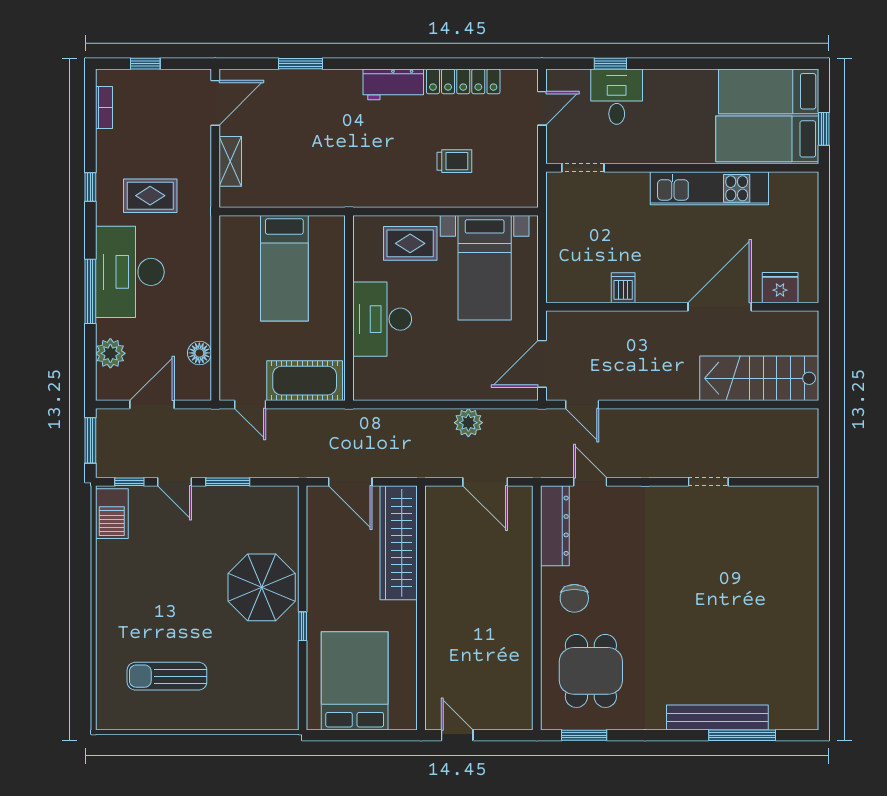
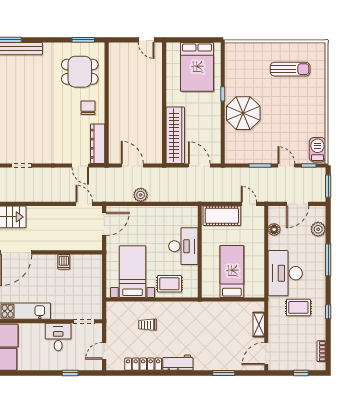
desk: (617, 97) -> (58, 337), moved, turned 180
desk: (130, 272) -> (285, 273), moved, turned 180
dining table: (591, 671) -> (80, 72), turned 90

